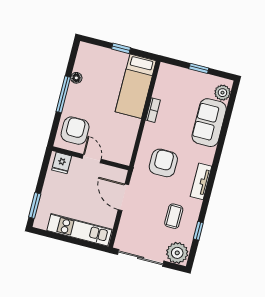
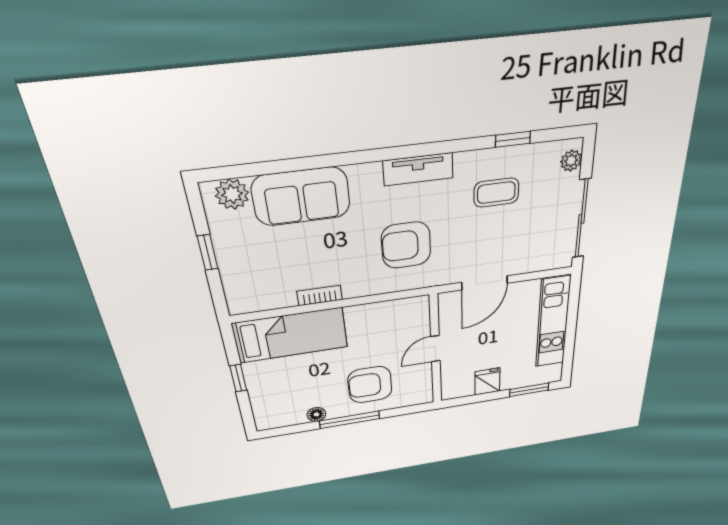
armchair: (75, 131) -> (370, 385), moved
fridge: (62, 163) -> (487, 381), moved, turned -90
plant: (177, 253) -> (571, 161), width x0.53, depth x0.53

